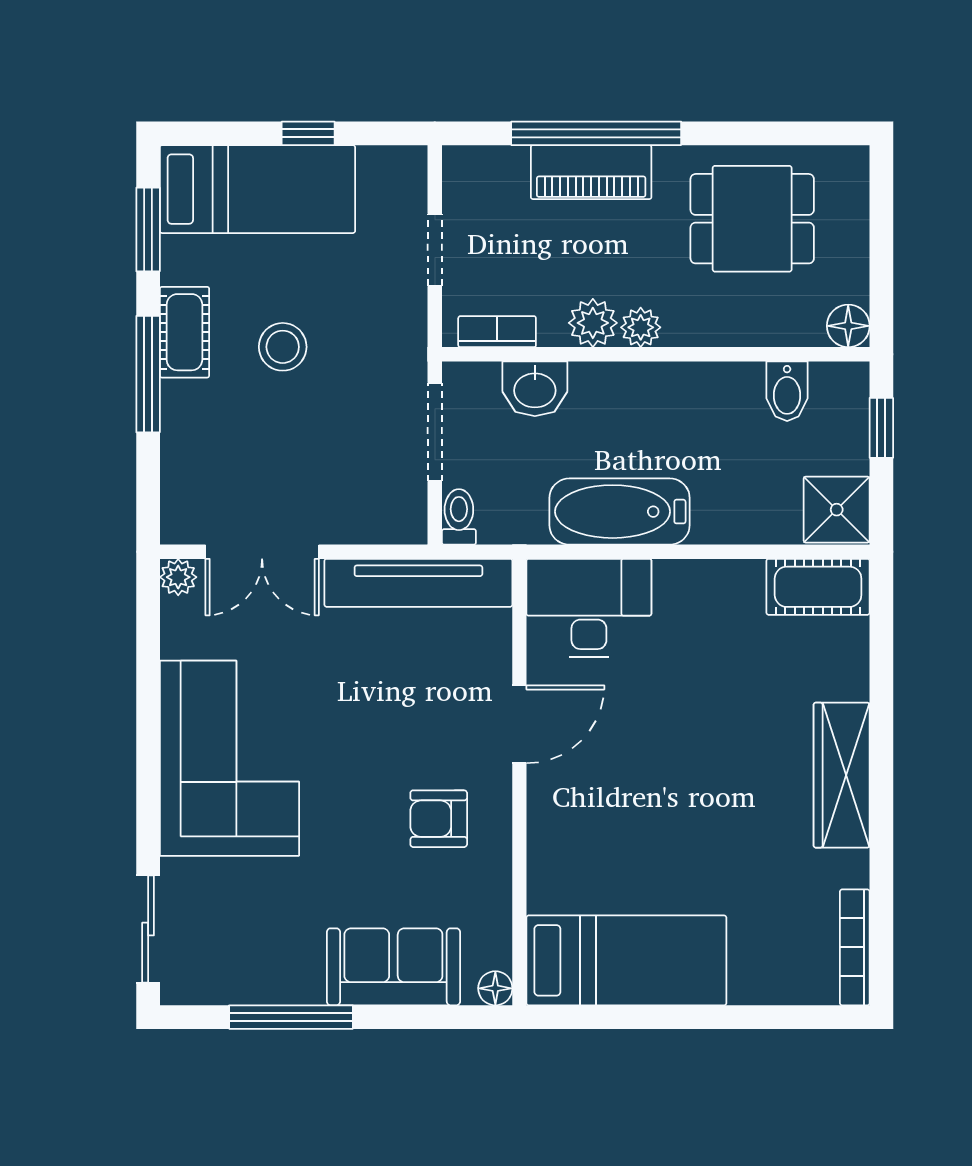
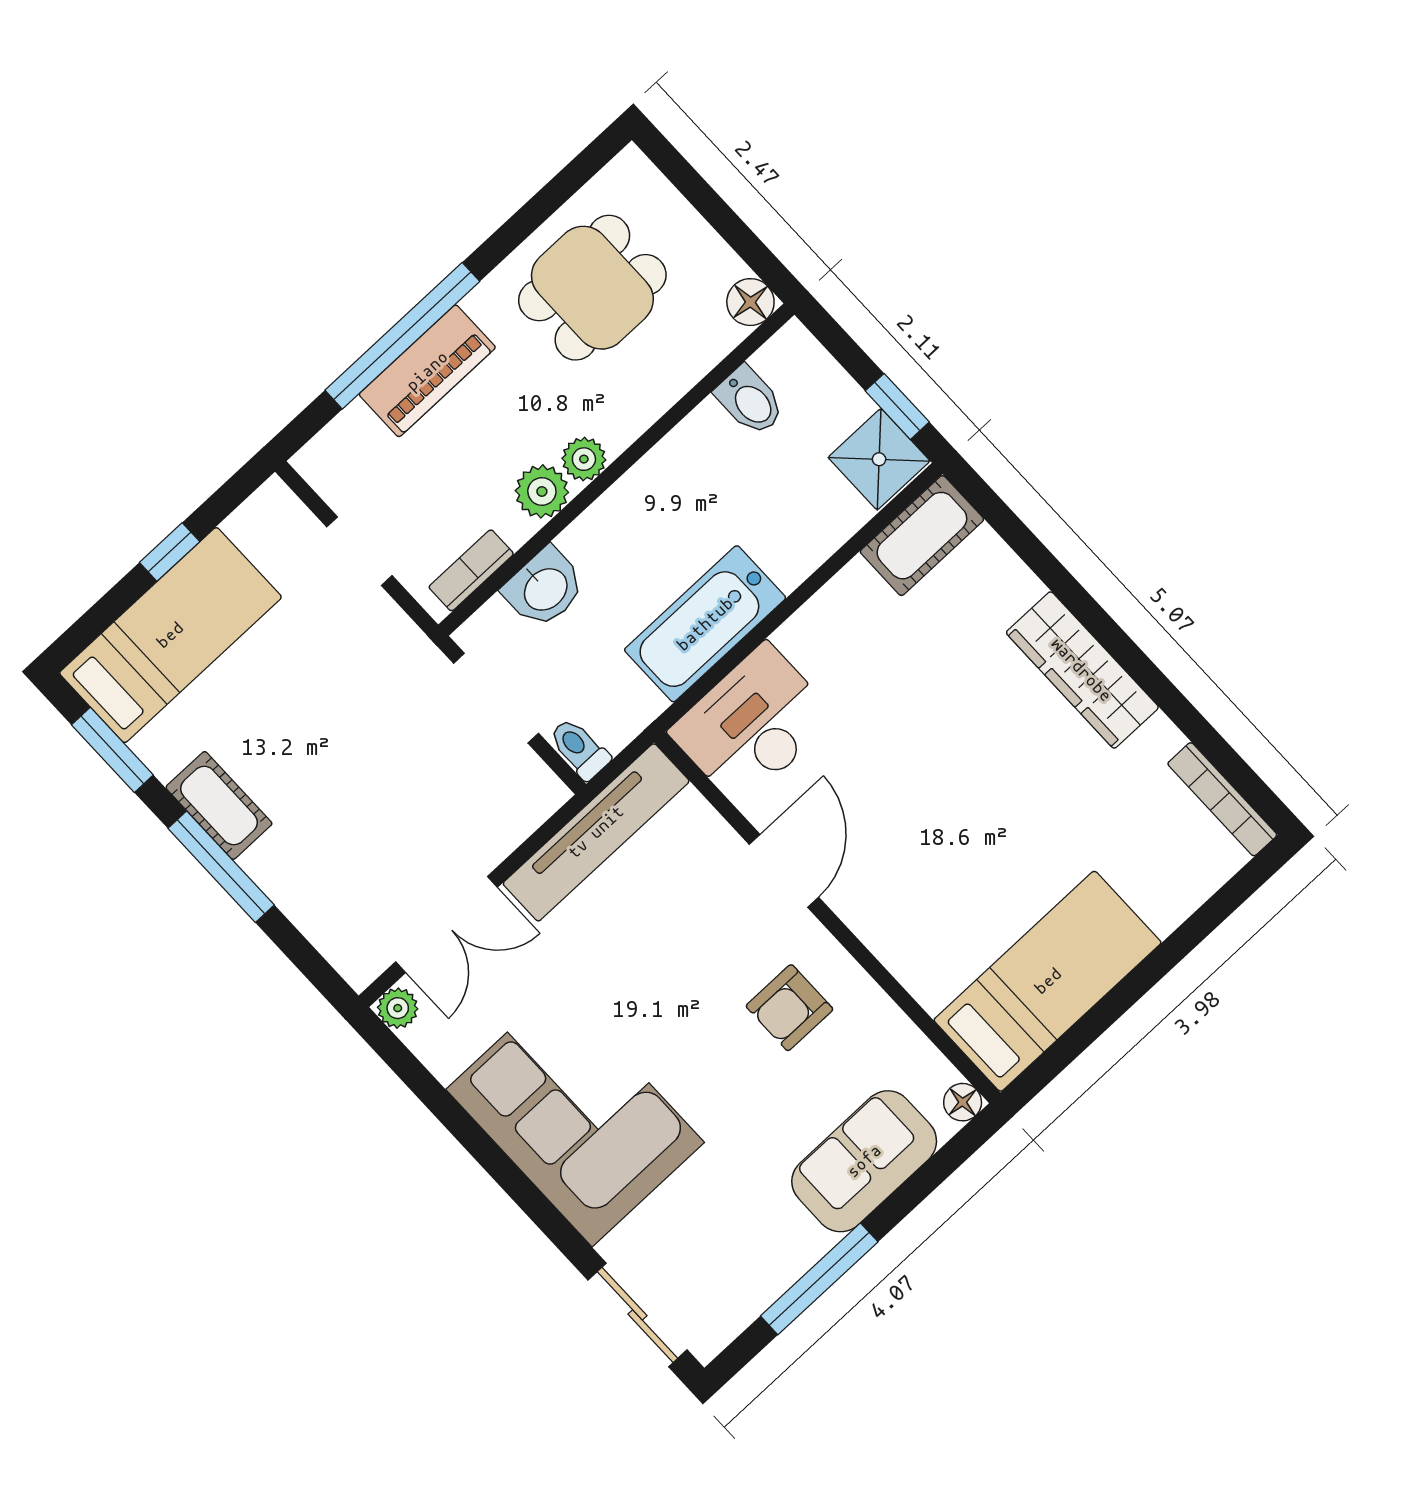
stool: (283, 347) -> (309, 744), removed
window: (881, 428) -> (897, 406), moved

